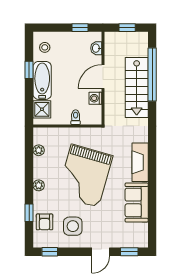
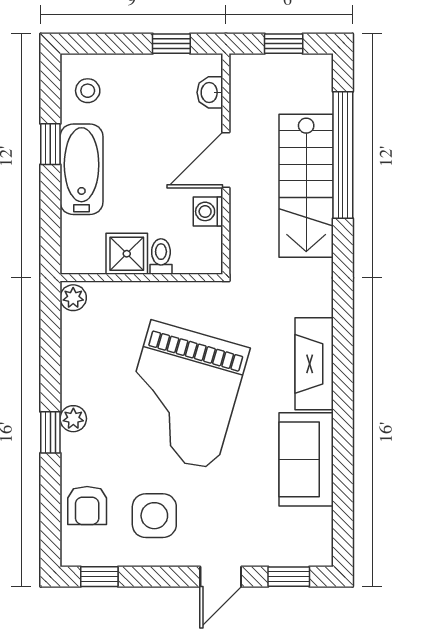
shower: (42, 109) -> (127, 254), moved
plant: (39, 150) -> (73, 298), moved
window: (29, 213) -> (50, 432), moved

